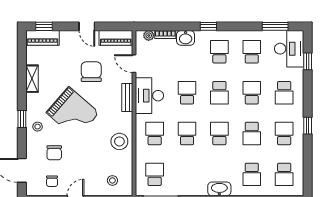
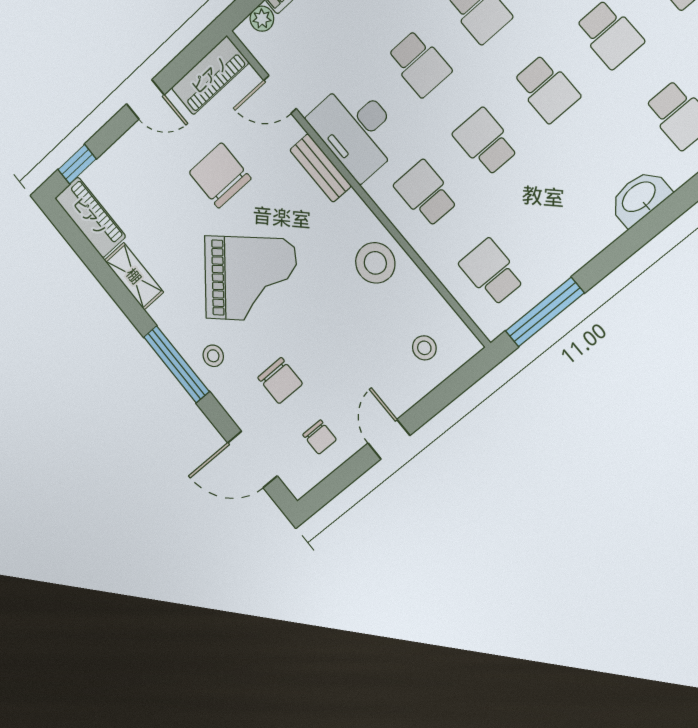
piano: (42, 38) -> (90, 217), moved, turned -90
school desk: (187, 93) -> (419, 64), turned 180
window: (22, 119) -> (176, 364), width x2.17
school desk: (219, 134) -> (547, 89), turned 180

